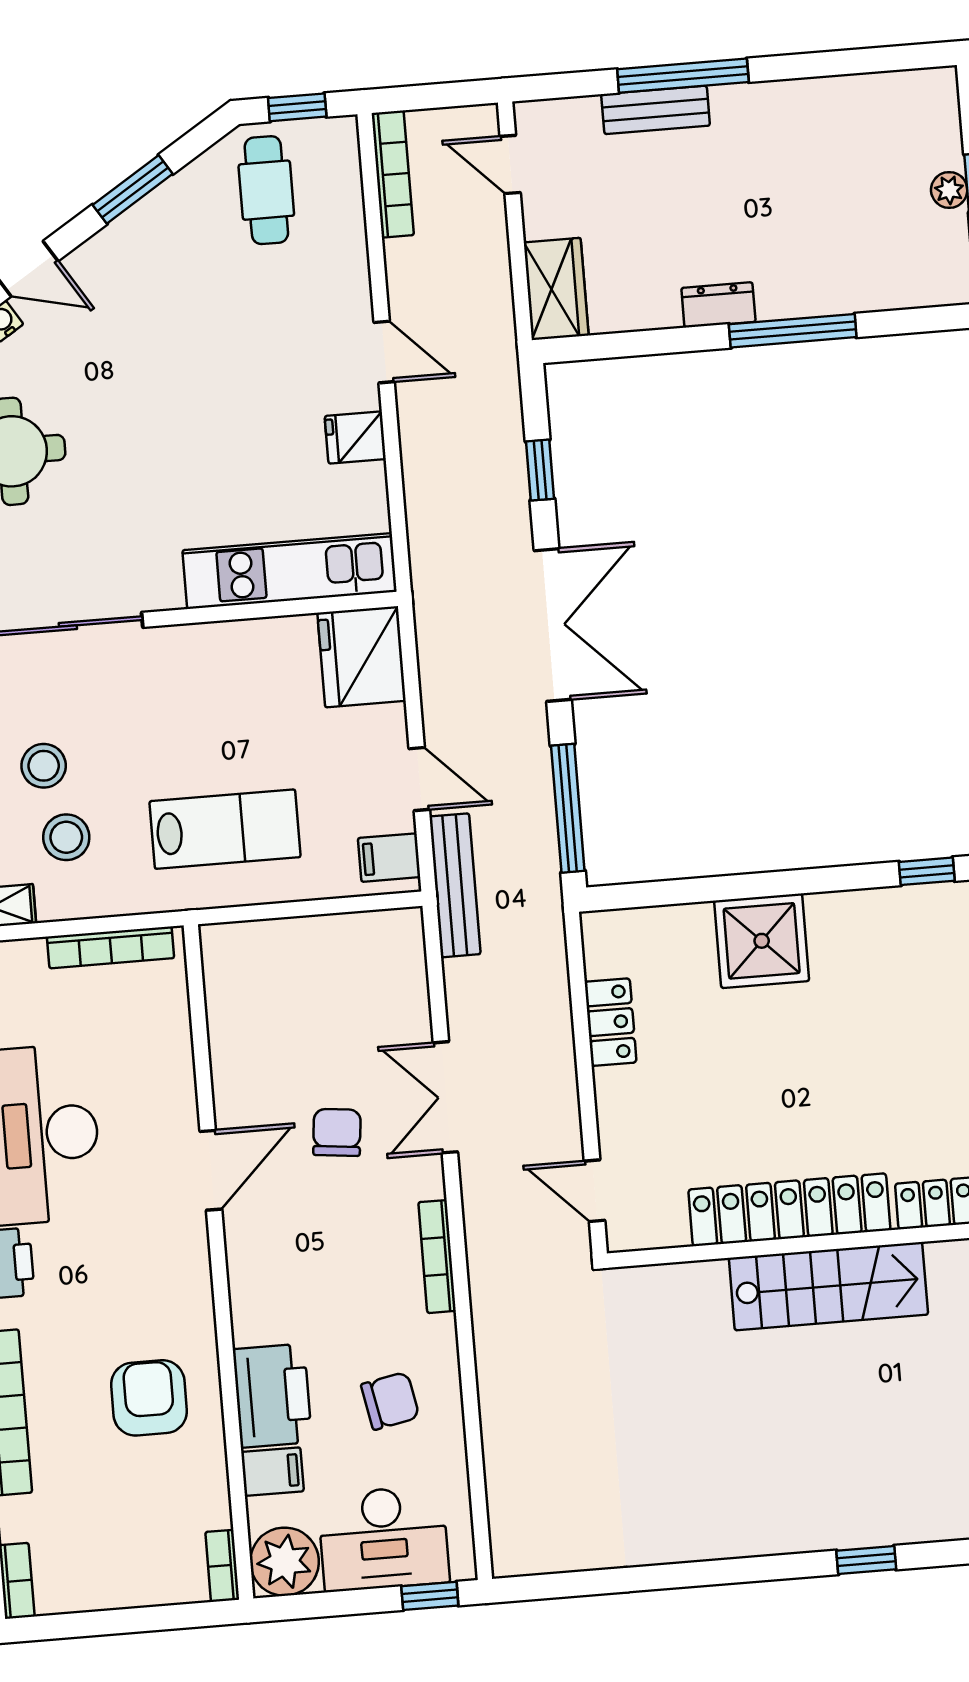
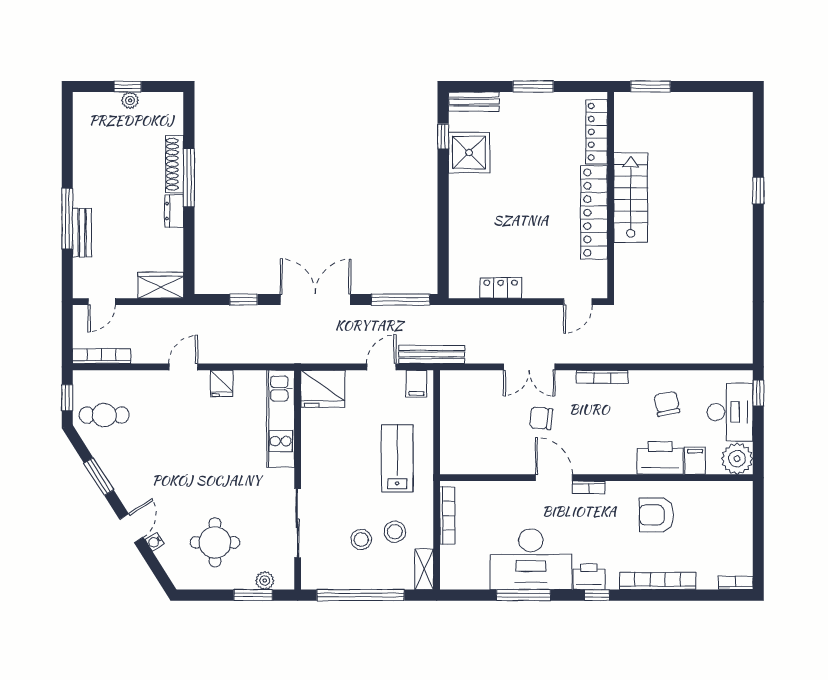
shoe rack: (820, 297) -> (175, 164), added
shower: (762, 941) -> (469, 152), moved
bookcase: (222, 1566) -> (589, 487), moved

